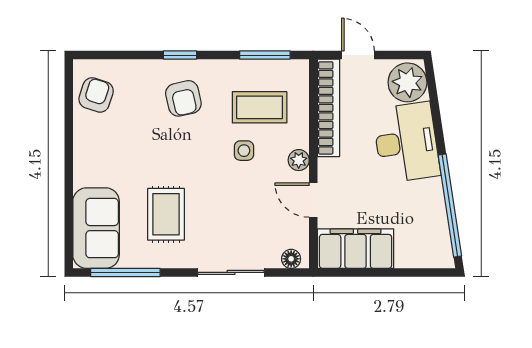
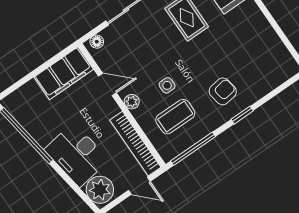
window: (265, 55) -> (193, 149), width x1.44
armchair: (96, 95) -> (275, 59), removed
armchair: (183, 98) -> (223, 91), turned 94

